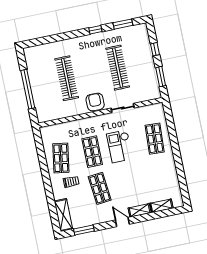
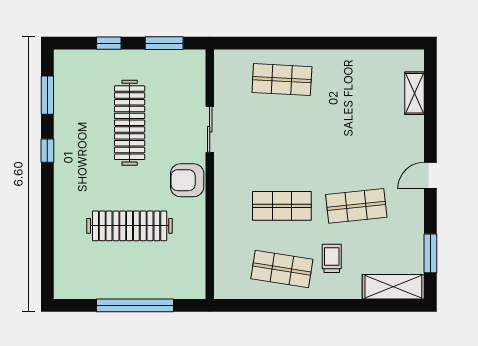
clothes rail: (118, 68) -> (130, 123), turned 90
checkout: (120, 146) -> (283, 150), removed
shelving: (140, 210) -> (415, 137), removed

